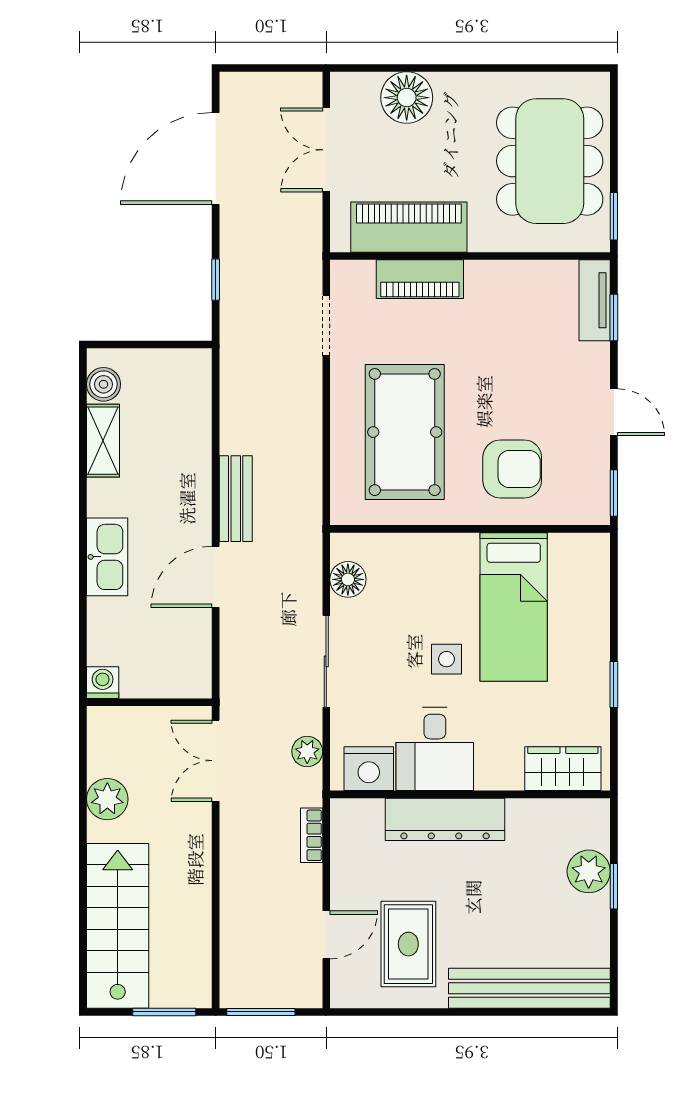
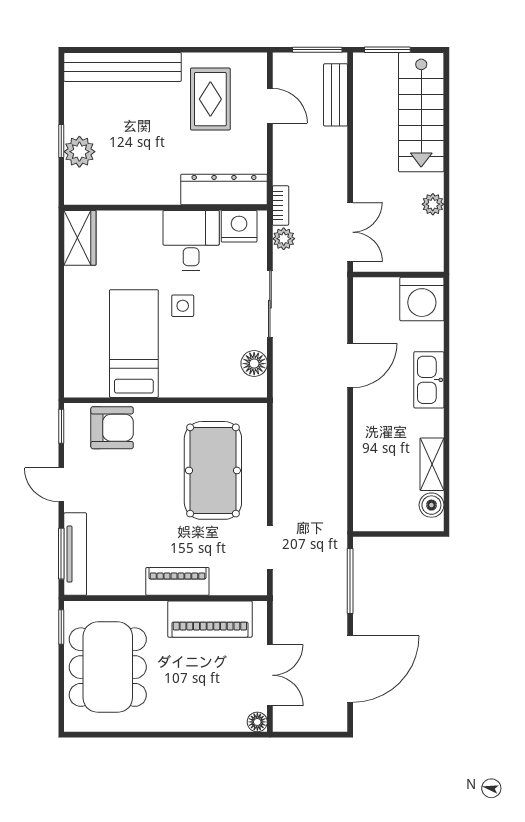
floor lamp: (407, 98) -> (257, 722), moved, width x0.53, depth x0.53
piano: (420, 279) -> (177, 581), moved
window: (216, 280) -> (350, 581), width x2.17
tv unit: (595, 300) -> (75, 554), width x1.41
window: (614, 318) -> (61, 554), width x1.50
armchair: (512, 469) -> (112, 428), moved, turned 180
bench: (236, 499) -> (336, 95), moved
washing machine: (103, 683) -> (422, 299), width x1.89, depth x1.89
window: (614, 685) -> (61, 287), removed
wardrobe: (563, 769) -> (80, 238), moved, turned -90
plant: (107, 799) -> (433, 204), width x0.73, depth x0.73
dresser: (445, 819) -> (224, 189), moved
bookcase: (312, 835) -> (281, 206), moved
door: (326, 935) -> (270, 106), swing flipped

